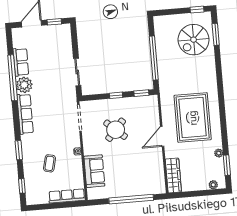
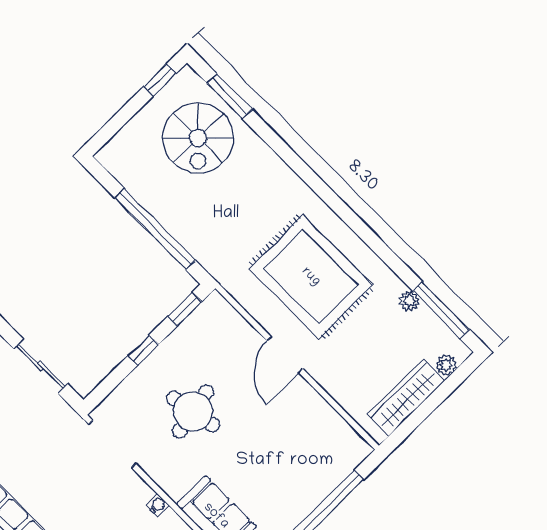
round table: (116, 130) -> (193, 411), turned 37
window: (227, 165) -> (441, 310), width x1.44
wardrobe: (173, 175) -> (406, 398), moved, turned -90

